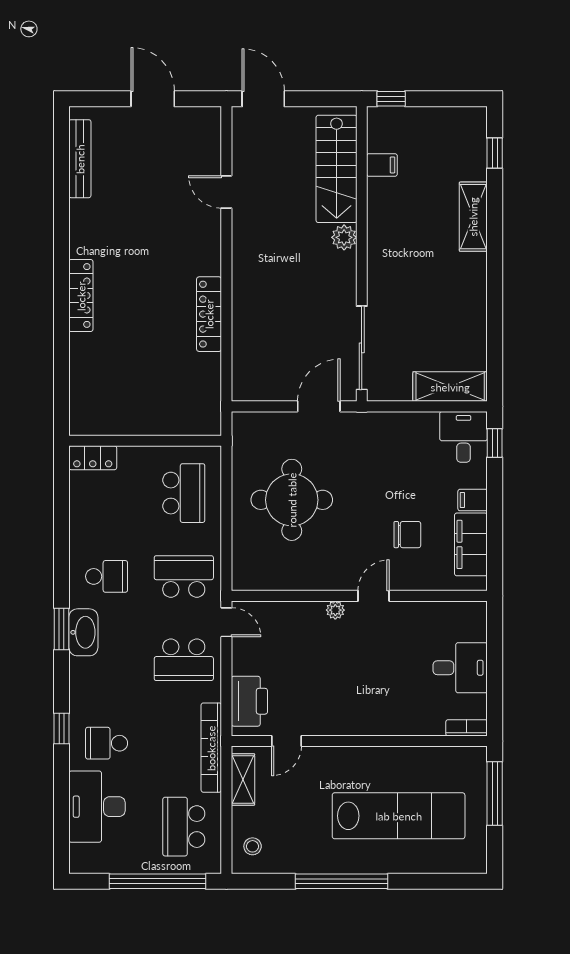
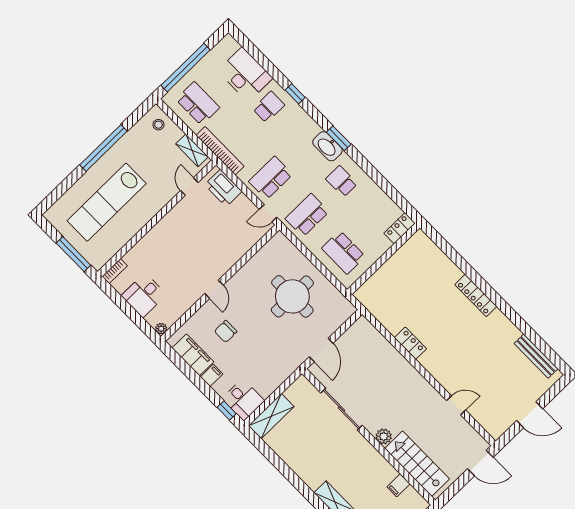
locker: (209, 314) -> (410, 343), width x0.66
sliding door: (362, 348) -> (342, 409), moved
school desk: (107, 576) -> (342, 181), turned 90
school desk: (184, 576) -> (307, 215), turned 180
plant: (335, 610) -> (161, 329), moved

